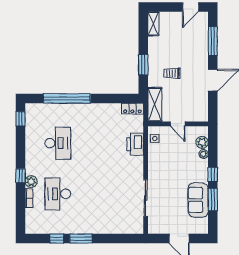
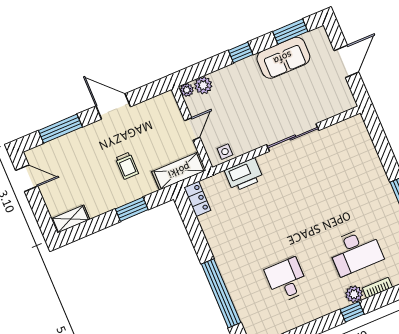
desk: (58, 143) -> (287, 280), width x0.73
plant: (204, 154) -> (187, 90), moved
sliding door: (146, 198) -> (293, 138), moved
window: (213, 199) -> (290, 32), moved

